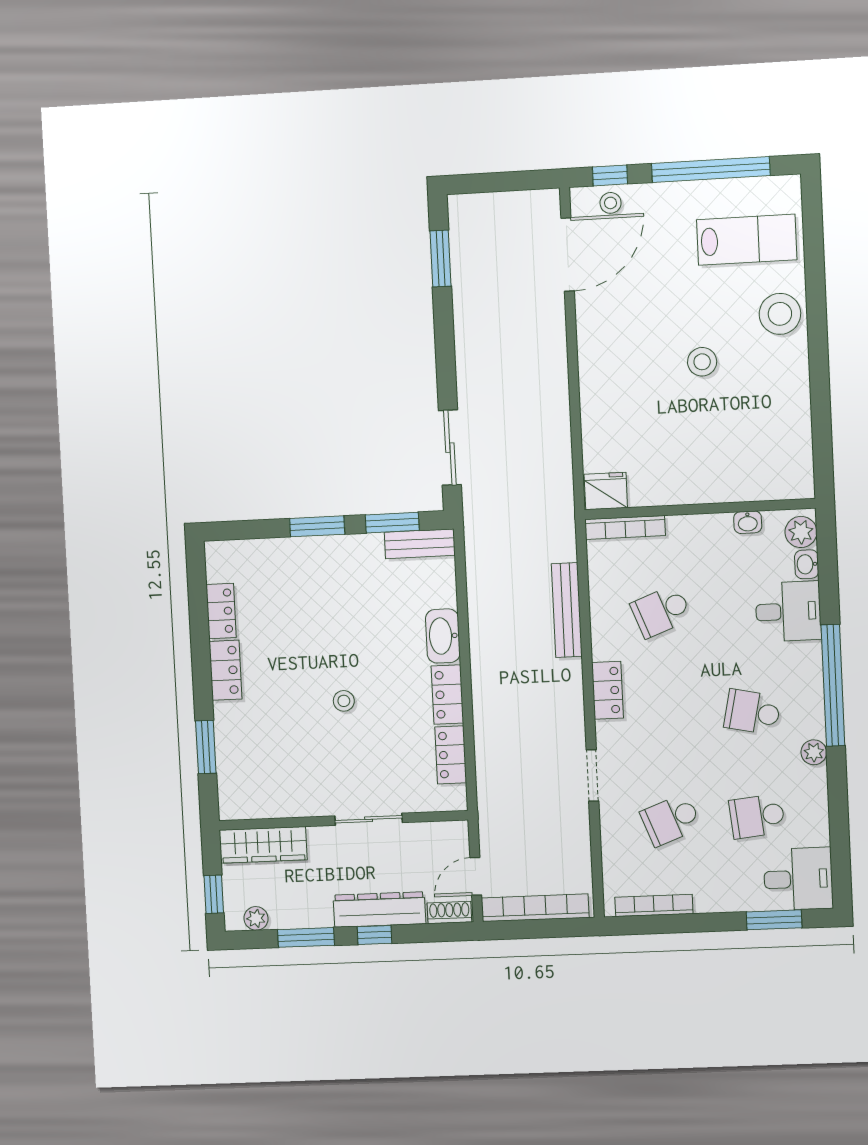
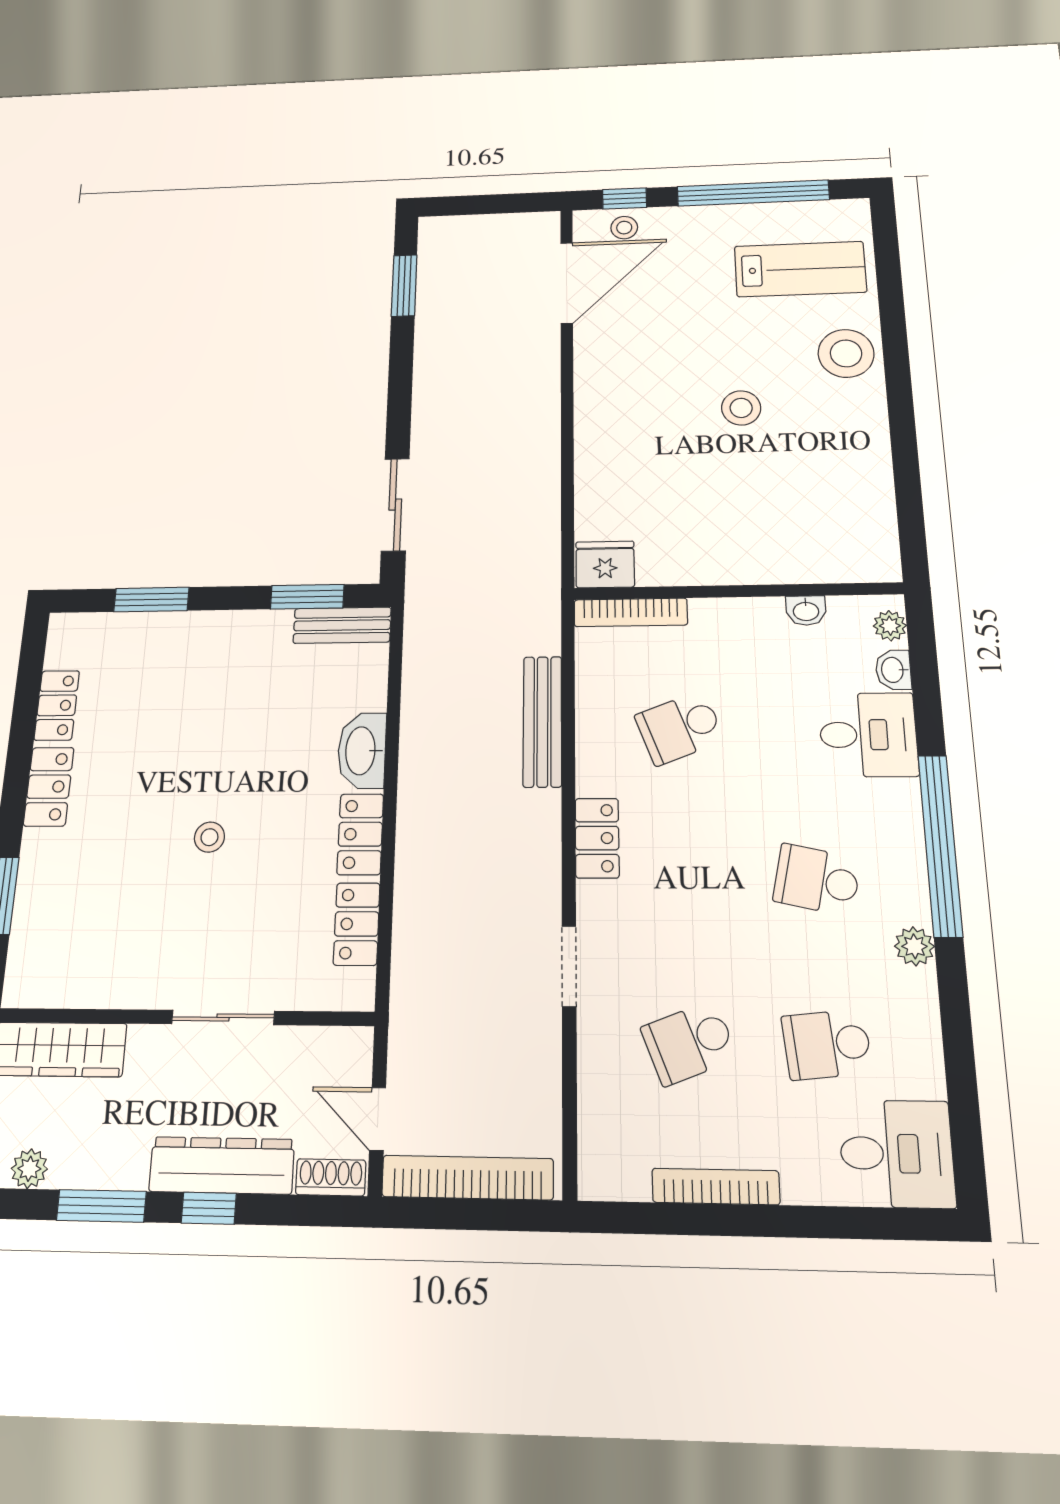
window: (317, 526) -> (151, 599), moved
plant: (801, 532) -> (890, 626), width x0.73, depth x0.73
door: (476, 876) -> (378, 1119), hinge flipped
bookcase: (654, 905) -> (716, 1187), moved
window: (774, 920) -> (858, 1223), removed

